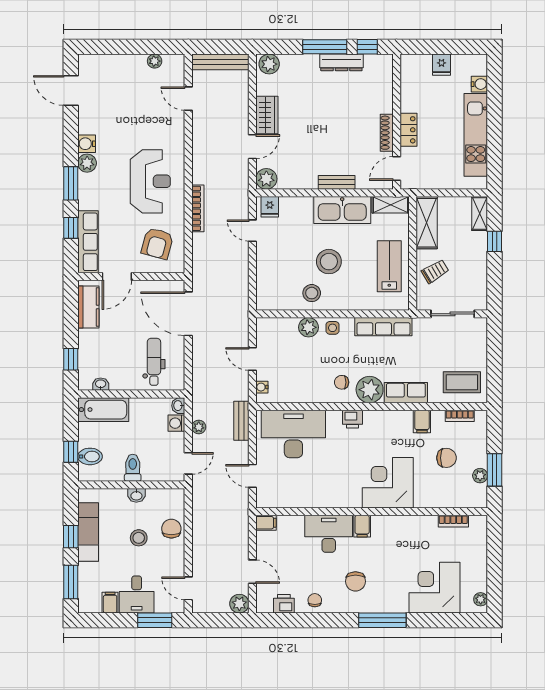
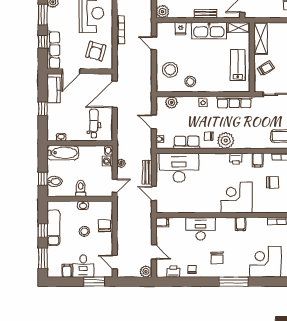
fridge: (270, 207) -> (181, 29), moved
stool: (329, 262) -> (170, 70), moved
door: (188, 314) -> (115, 94), hinge flipped
plant: (309, 327) -> (172, 102), moved
window: (71, 359) -> (43, 109), moved
row of seats: (406, 393) -> (187, 142), moved
printer: (353, 419) -> (236, 159), moved
bench: (241, 421) -> (147, 172), moved
filing cabinet: (362, 526) -> (240, 224), moved

